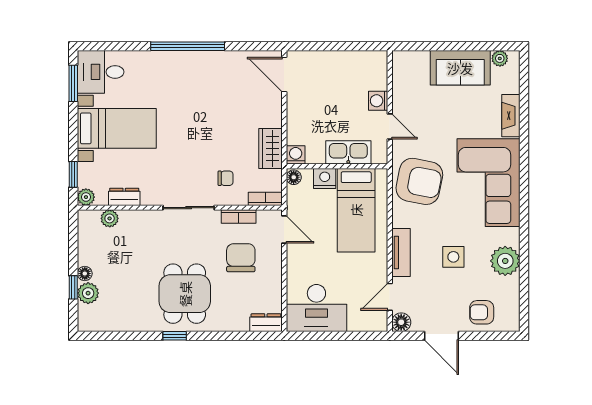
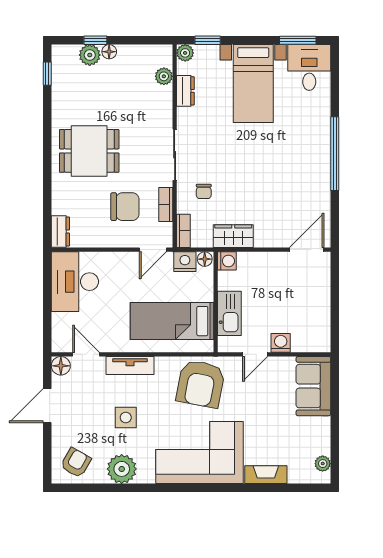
sofa: (460, 68) -> (313, 386), moved
nightstand: (325, 178) -> (185, 262), moved, turned -90
armchair: (482, 312) -> (76, 463), moved, turned 30
window: (175, 336) -> (47, 74), moved

